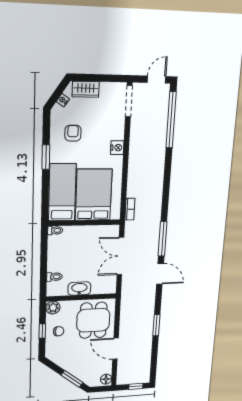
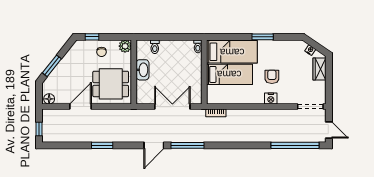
armchair: (73, 133) -> (272, 77), moved, turned -90
bed: (94, 195) -> (229, 74), width x0.67
window: (42, 331) -> (92, 37), moved

